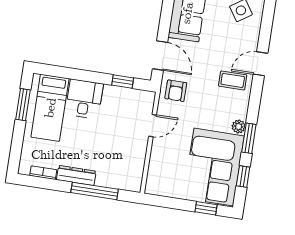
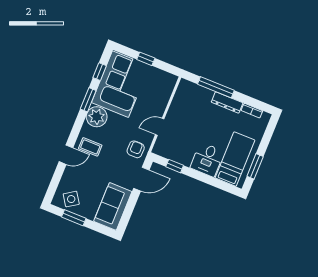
door: (160, 56) -> (141, 179), swing flipped
plant: (239, 127) -> (97, 117), width x1.88, depth x1.88
window: (206, 208) -> (146, 59), moved

